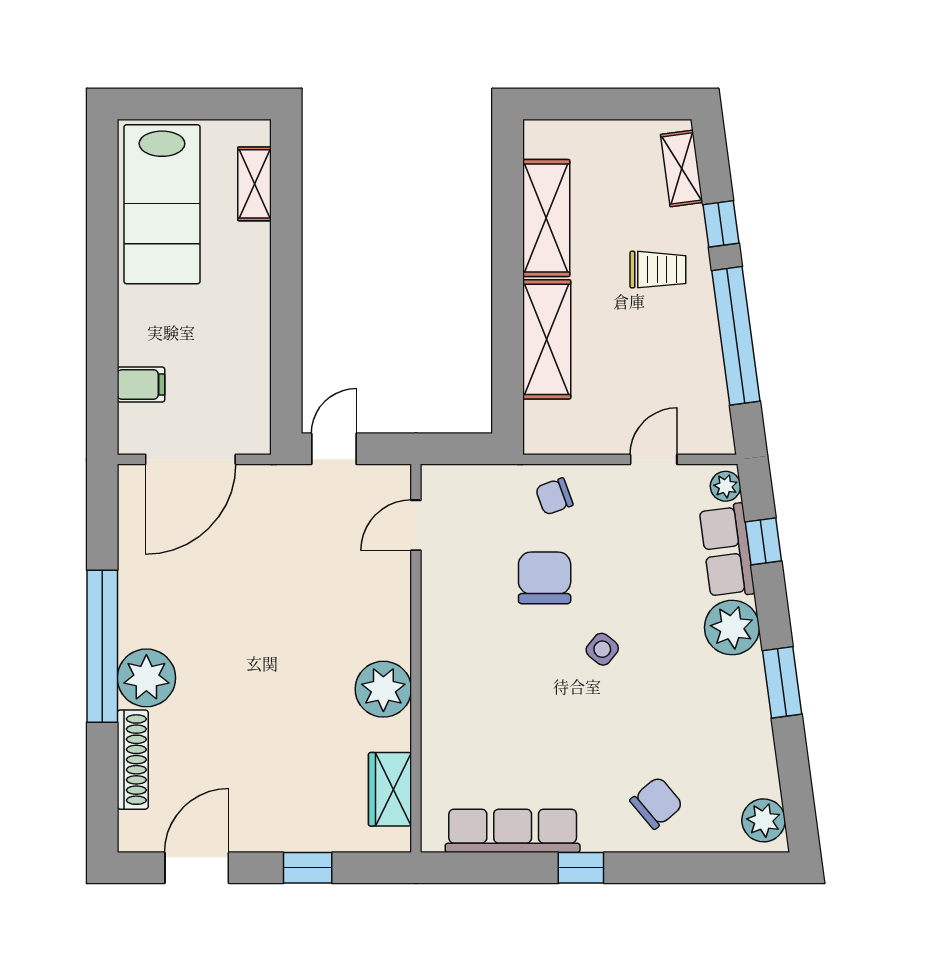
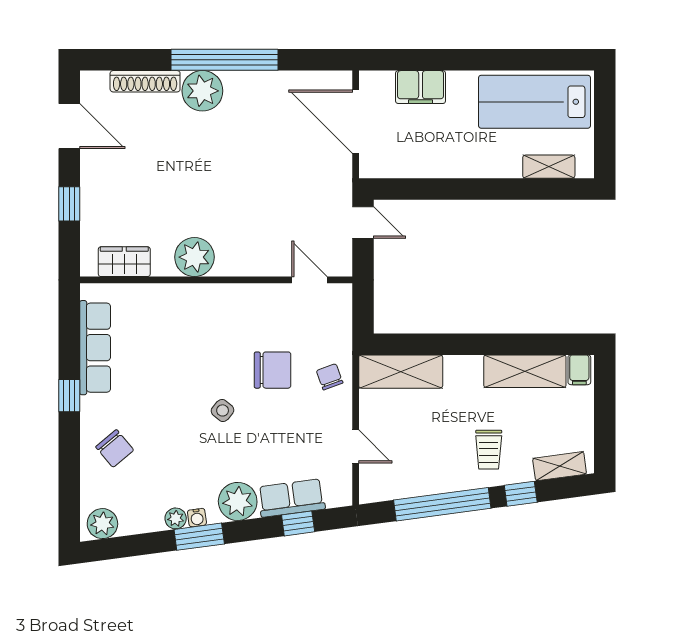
filing cabinet: (544, 140) -> (579, 370), added
shelving: (547, 339) -> (401, 372), moved
filing cabinet: (141, 384) -> (421, 87), width x2.00
plant: (726, 486) -> (176, 518), moved
water cooler: (755, 686) -> (197, 518), added

